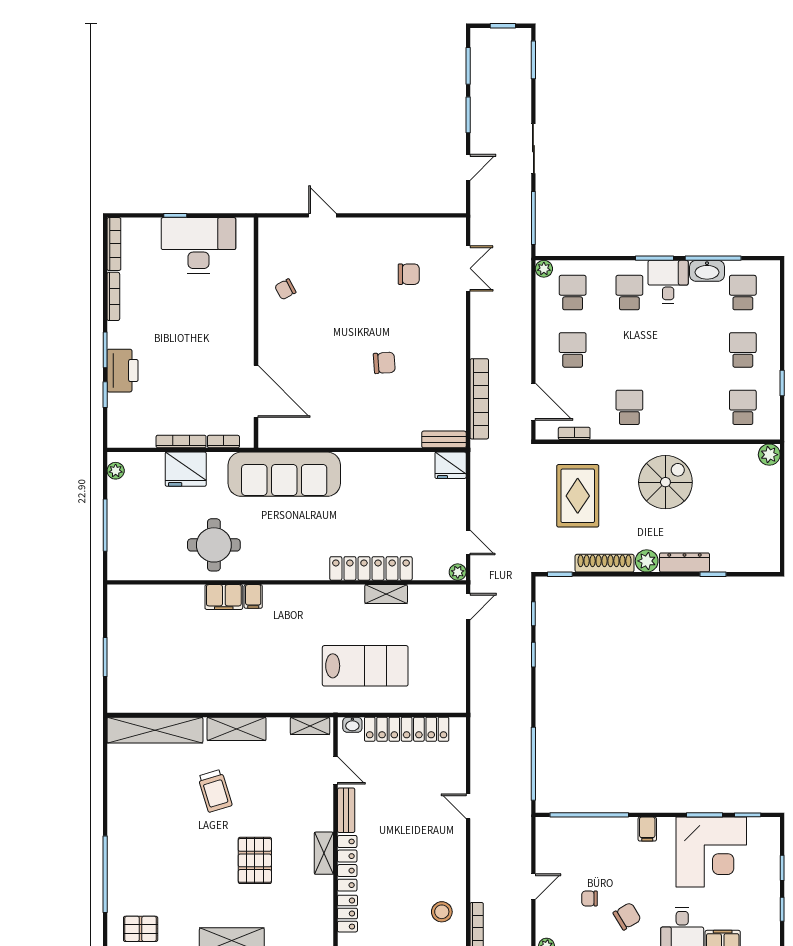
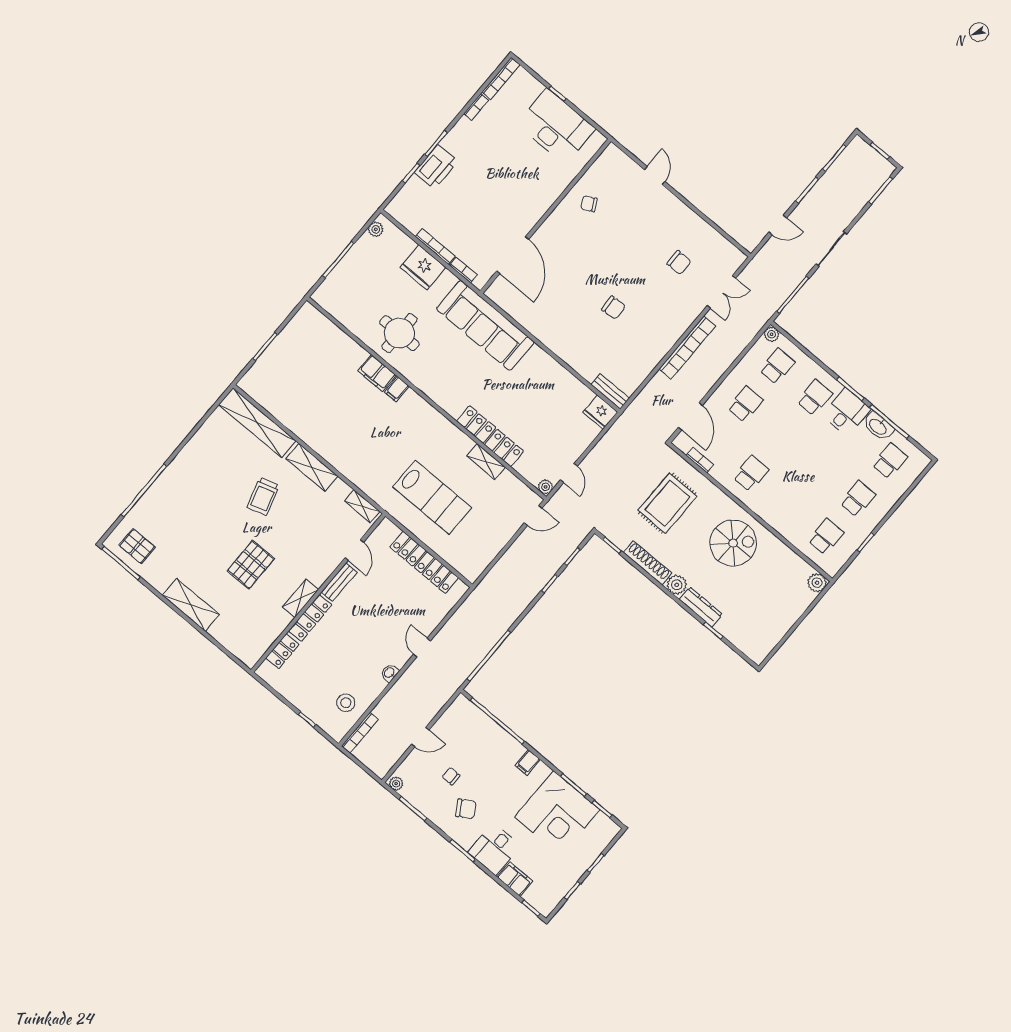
bookcase: (113, 296) -> (476, 107), width x0.64
bookcase: (479, 399) -> (687, 348), moved
washbasin: (352, 725) -> (390, 673), moved, turned 90

